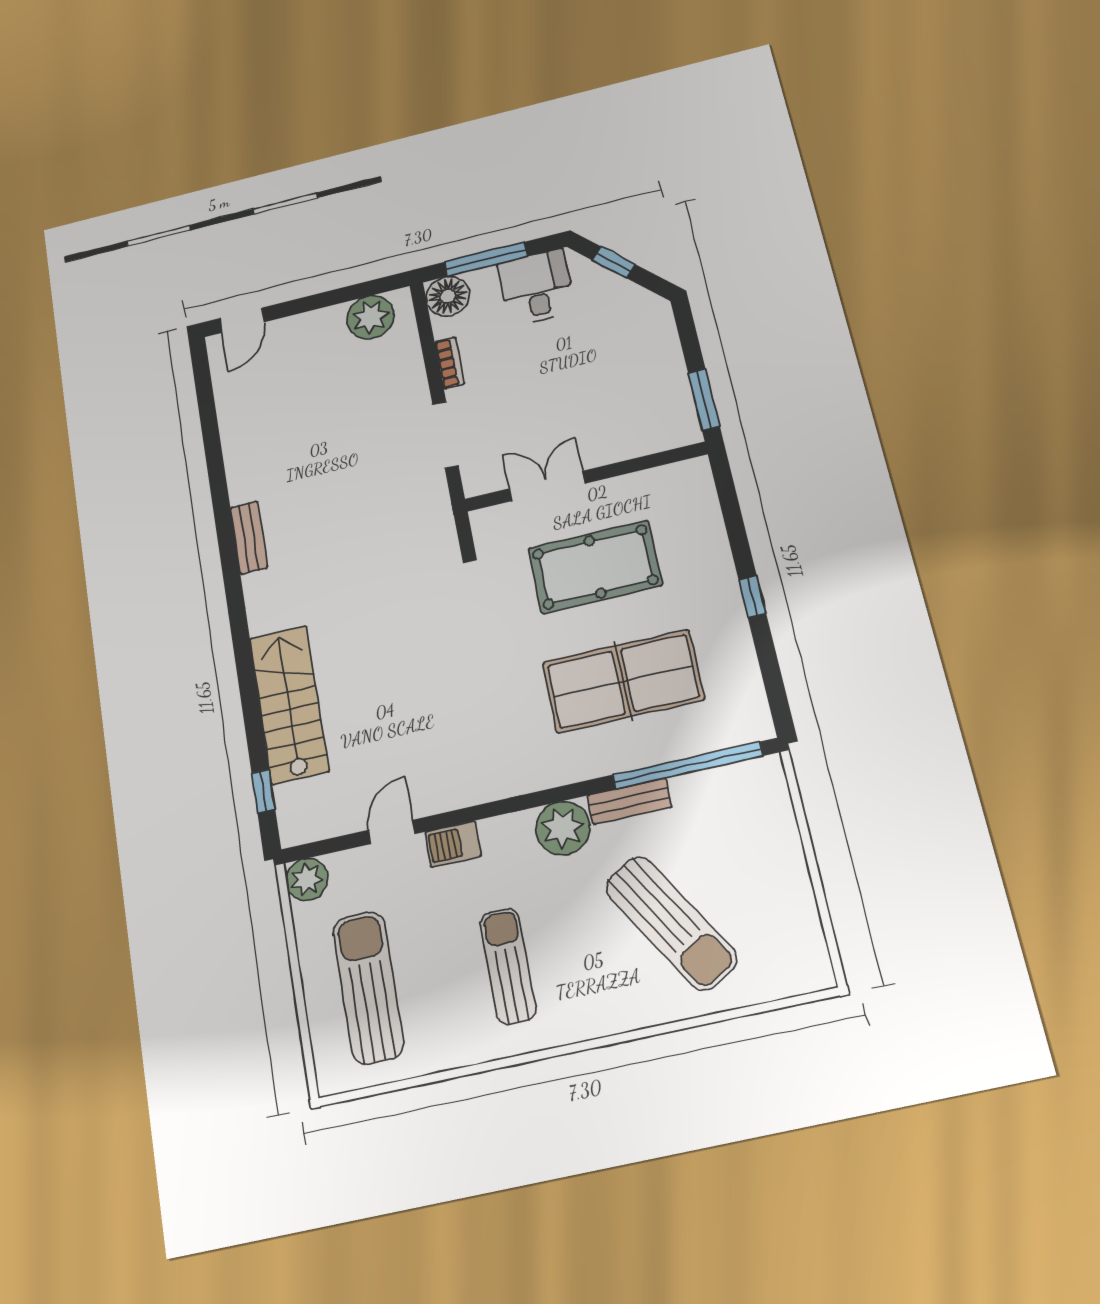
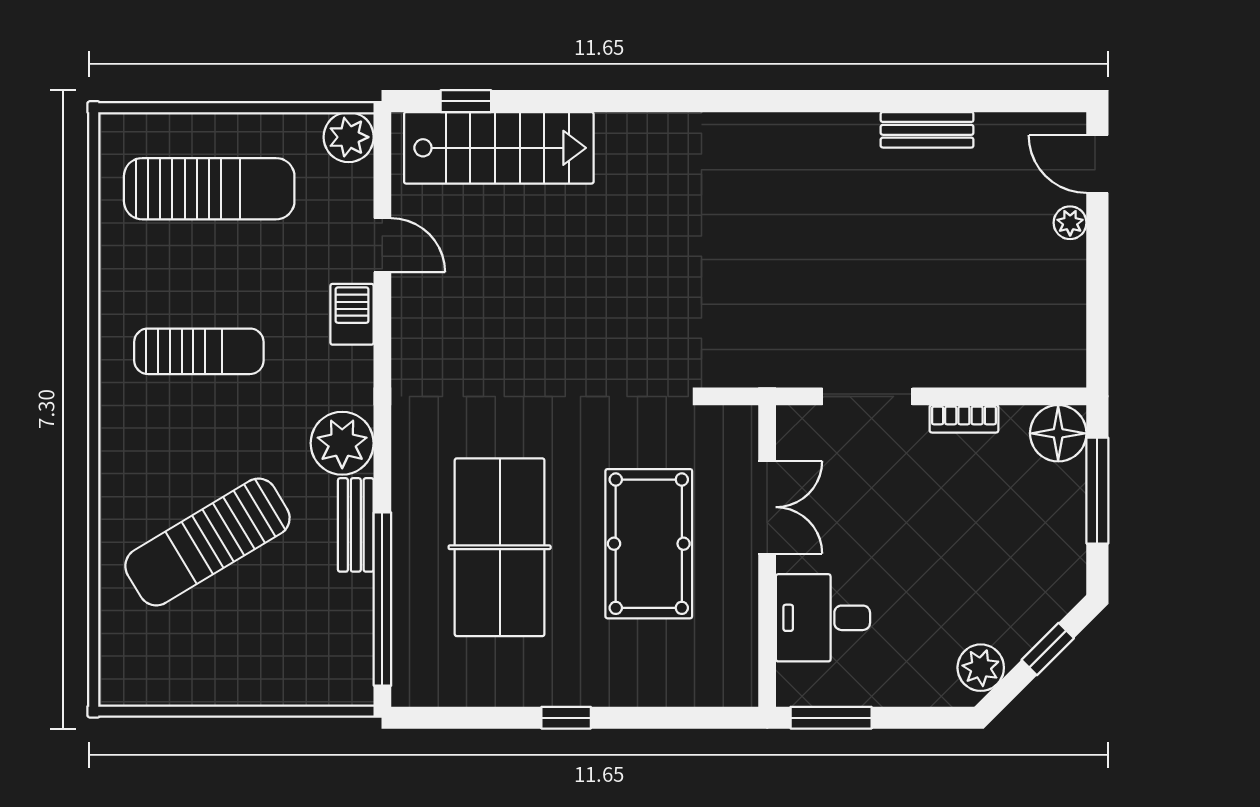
desk: (536, 288) -> (823, 618), moved, turned 180
plant: (639, 304) -> (981, 668), added
plant: (370, 317) -> (1070, 223), moved, width x0.53, depth x0.53
bench: (249, 538) -> (927, 130), moved
stairs: (289, 704) -> (499, 148), moved

